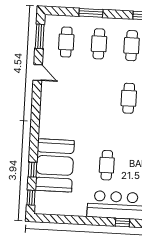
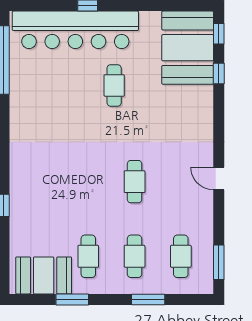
door: (38, 72) -> (219, 178), moved
cafe table: (129, 98) -> (135, 182), moved
booth: (55, 165) -> (188, 48), moved

